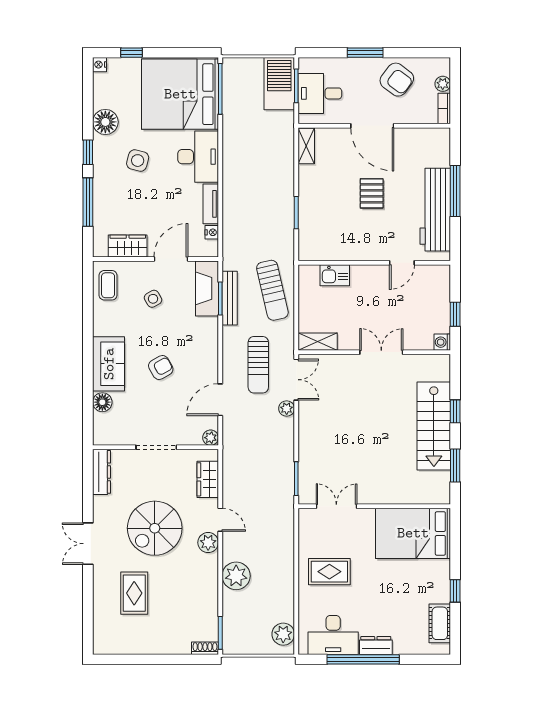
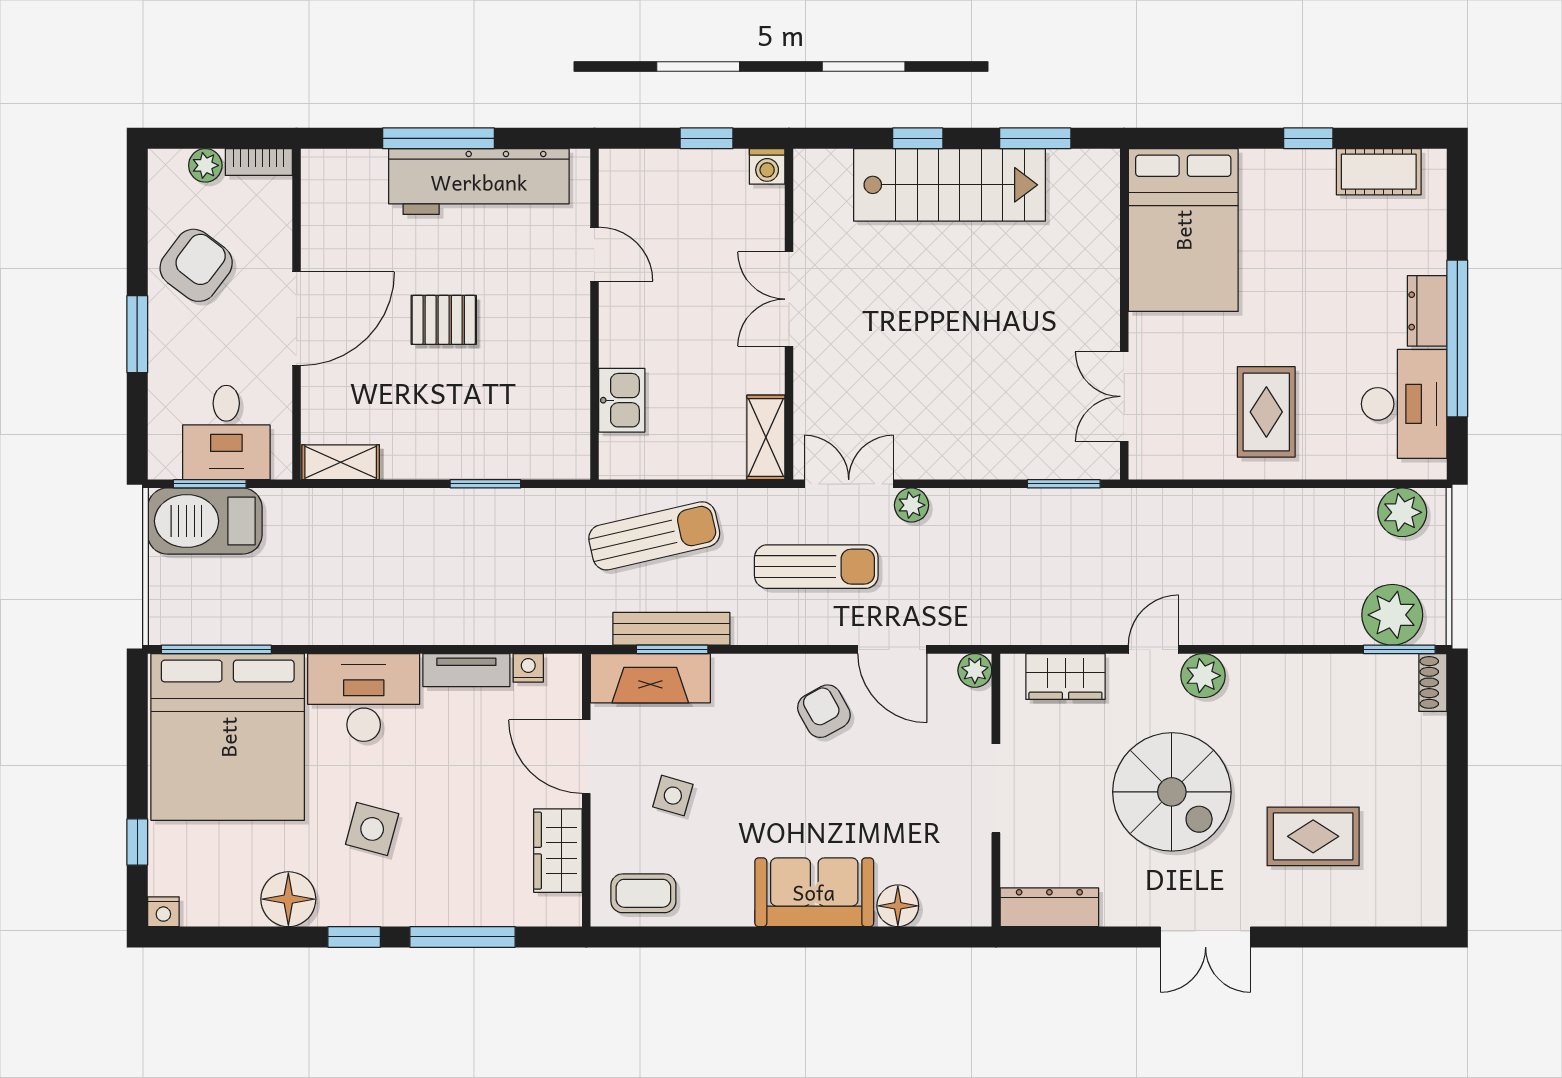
side table: (153, 299) -> (673, 796), turned 45
armchair: (161, 367) -> (824, 711), moved
plant: (236, 576) -> (1392, 615), moved

